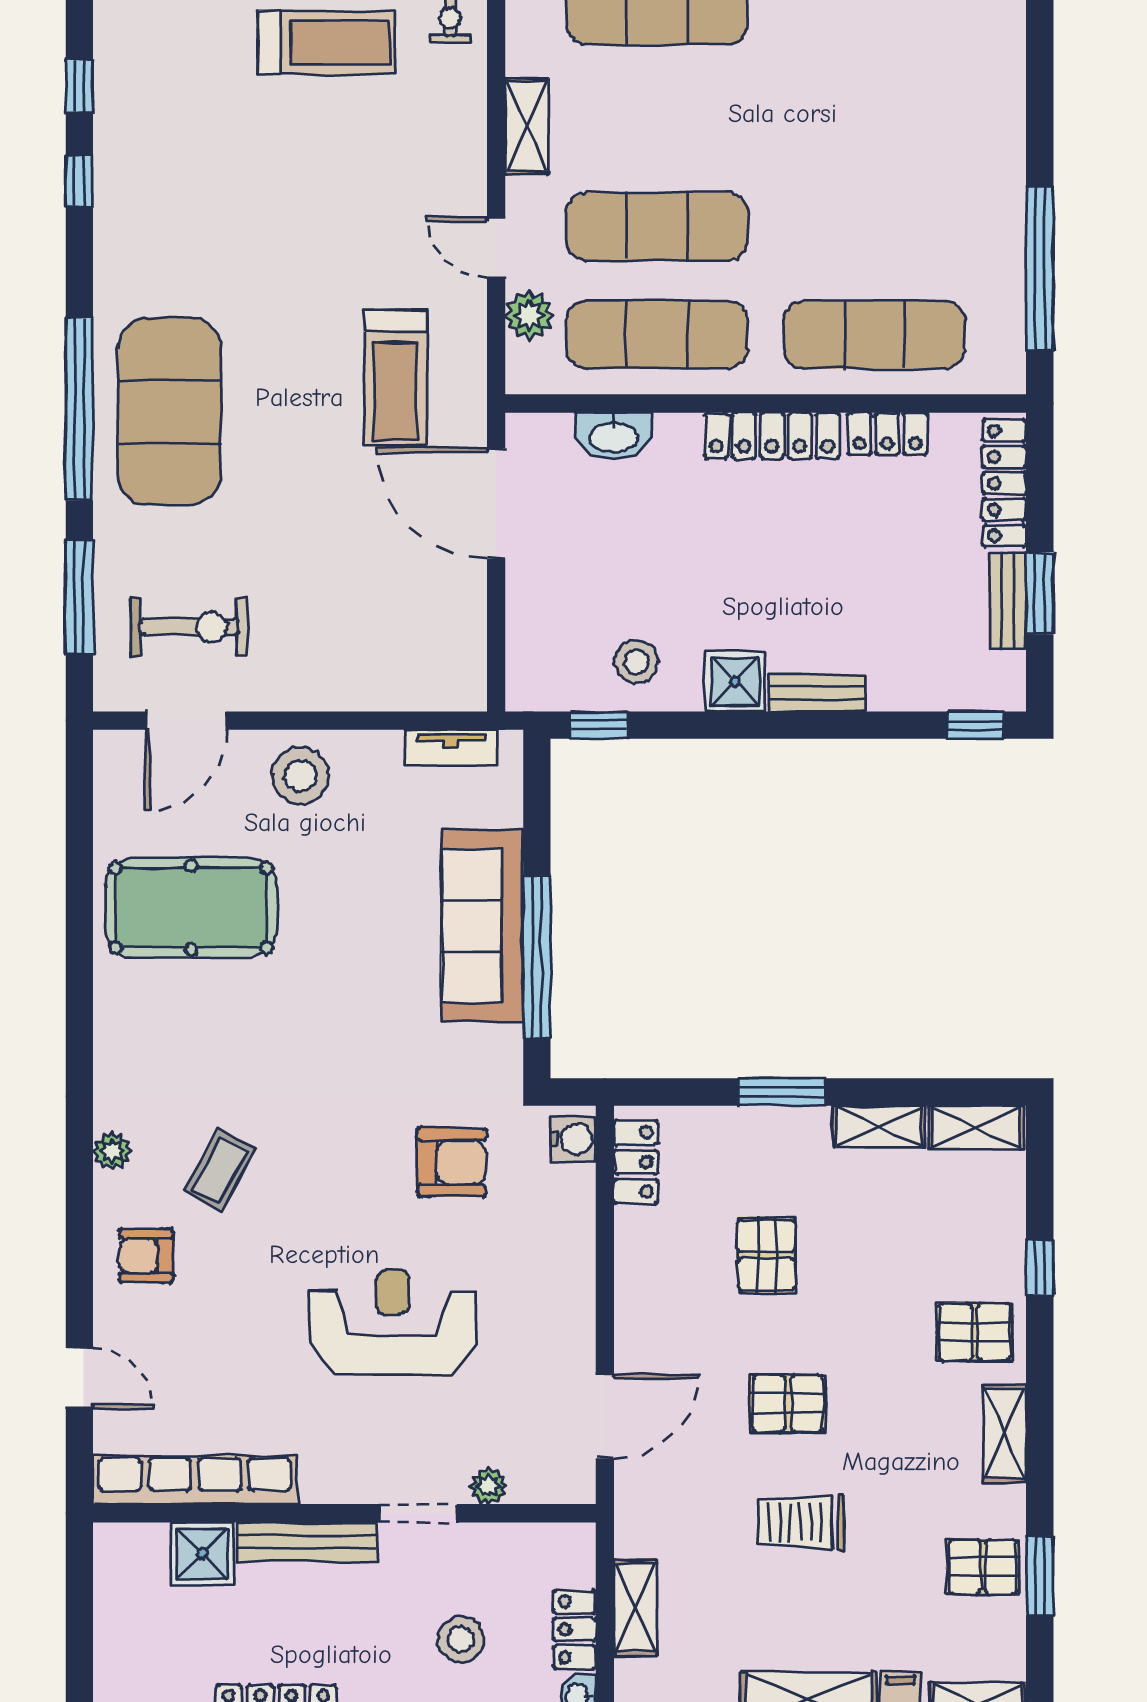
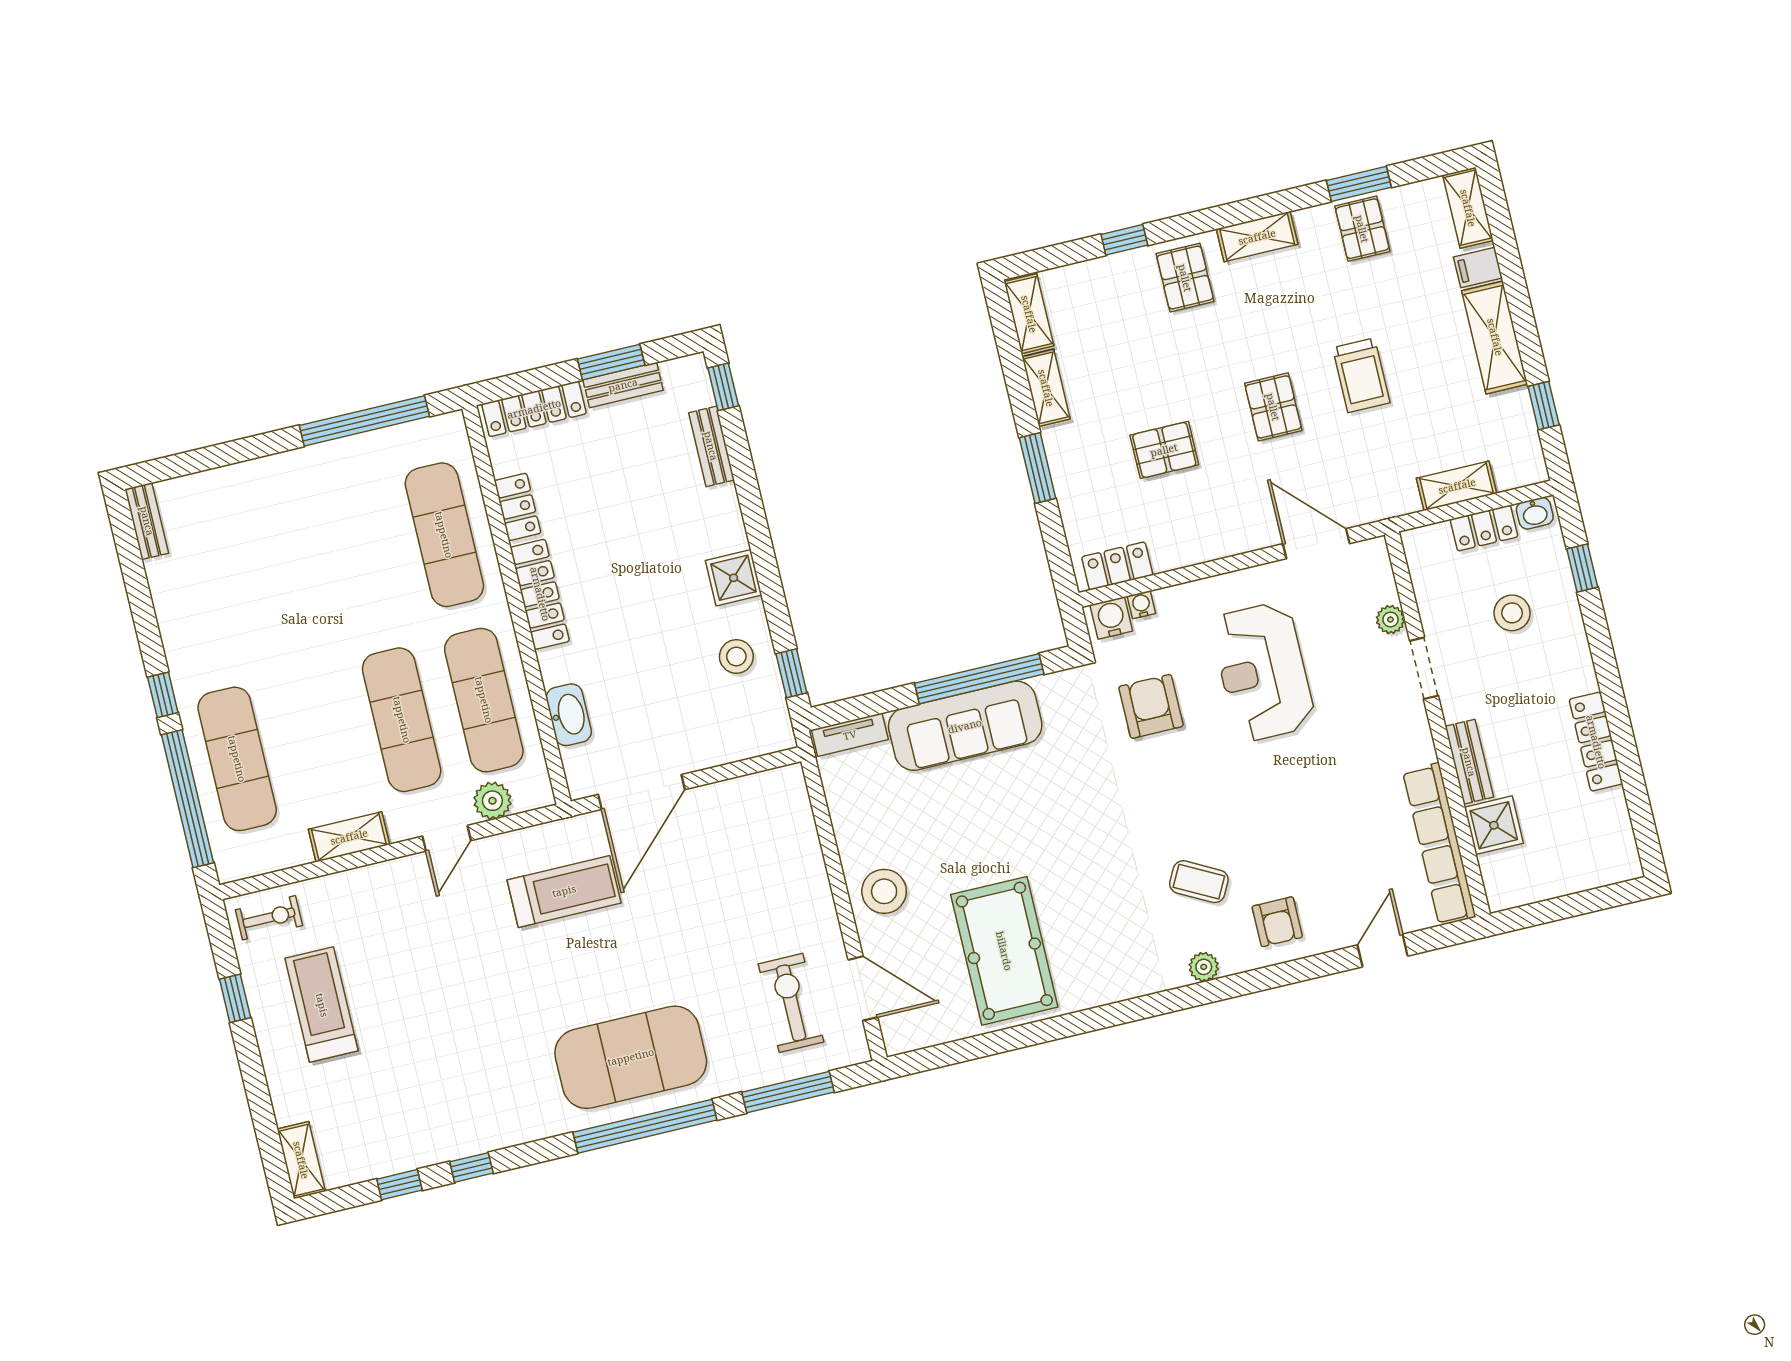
bench: (817, 693) -> (711, 446), moved
tv unit: (451, 747) -> (850, 735), moved, turned 90
water cooler: (581, 1181) -> (1141, 605), added
reception desk: (393, 1323) -> (1263, 672), moved
bench: (307, 1542) -> (1469, 762), width x0.73

